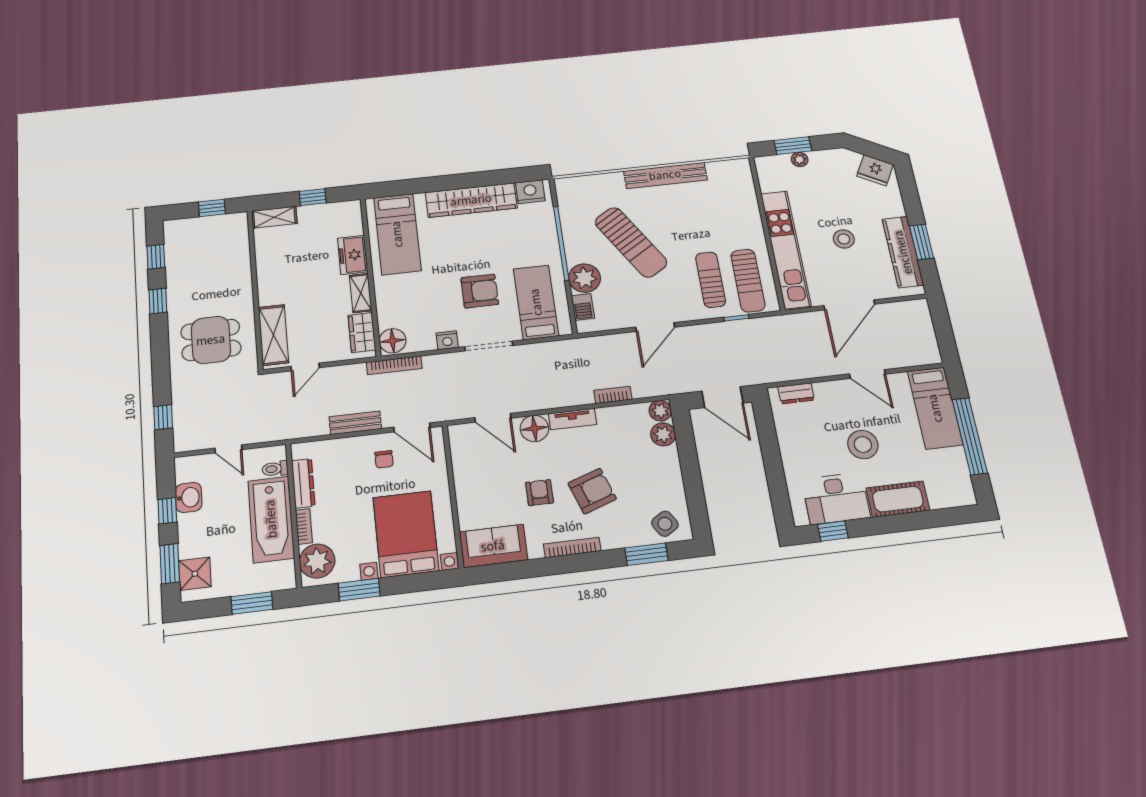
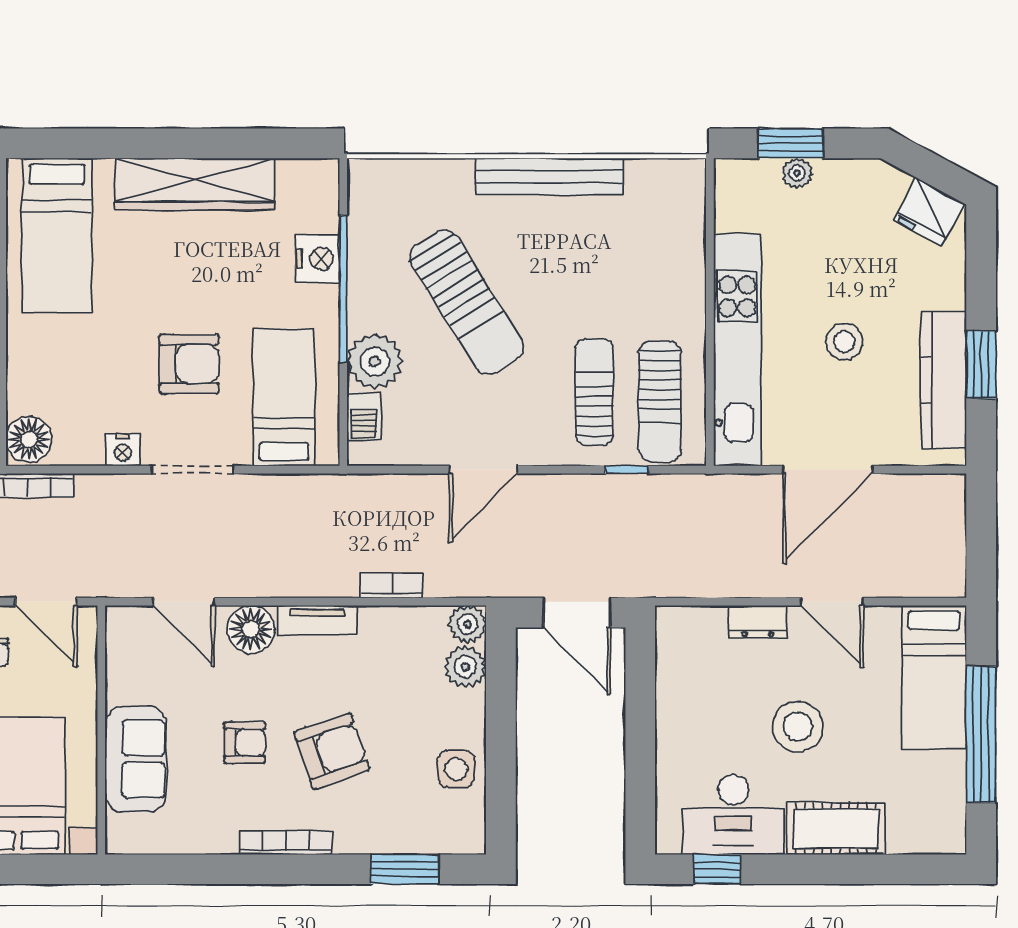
nightstand: (530, 192) -> (318, 259), moved, turned 90
dresser: (796, 393) -> (758, 622), moved
armchair: (539, 493) -> (245, 743), turned 90
side table: (665, 524) -> (456, 769), moved, turned 32
sofa: (493, 546) -> (136, 759), moved, turned 90

